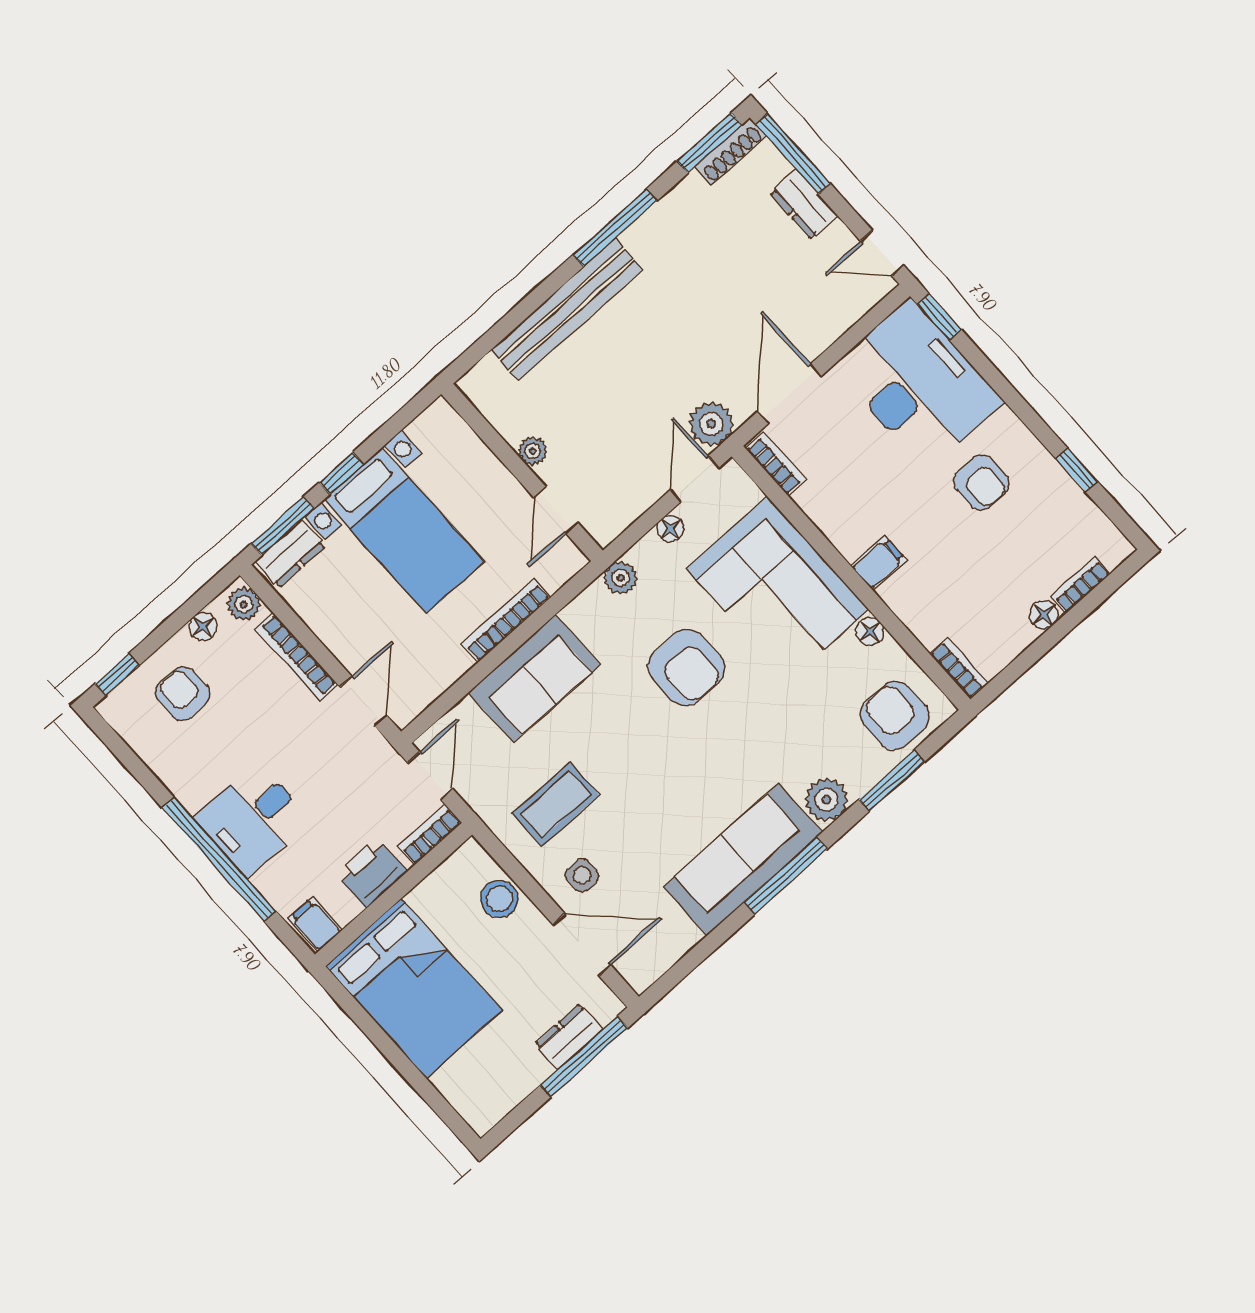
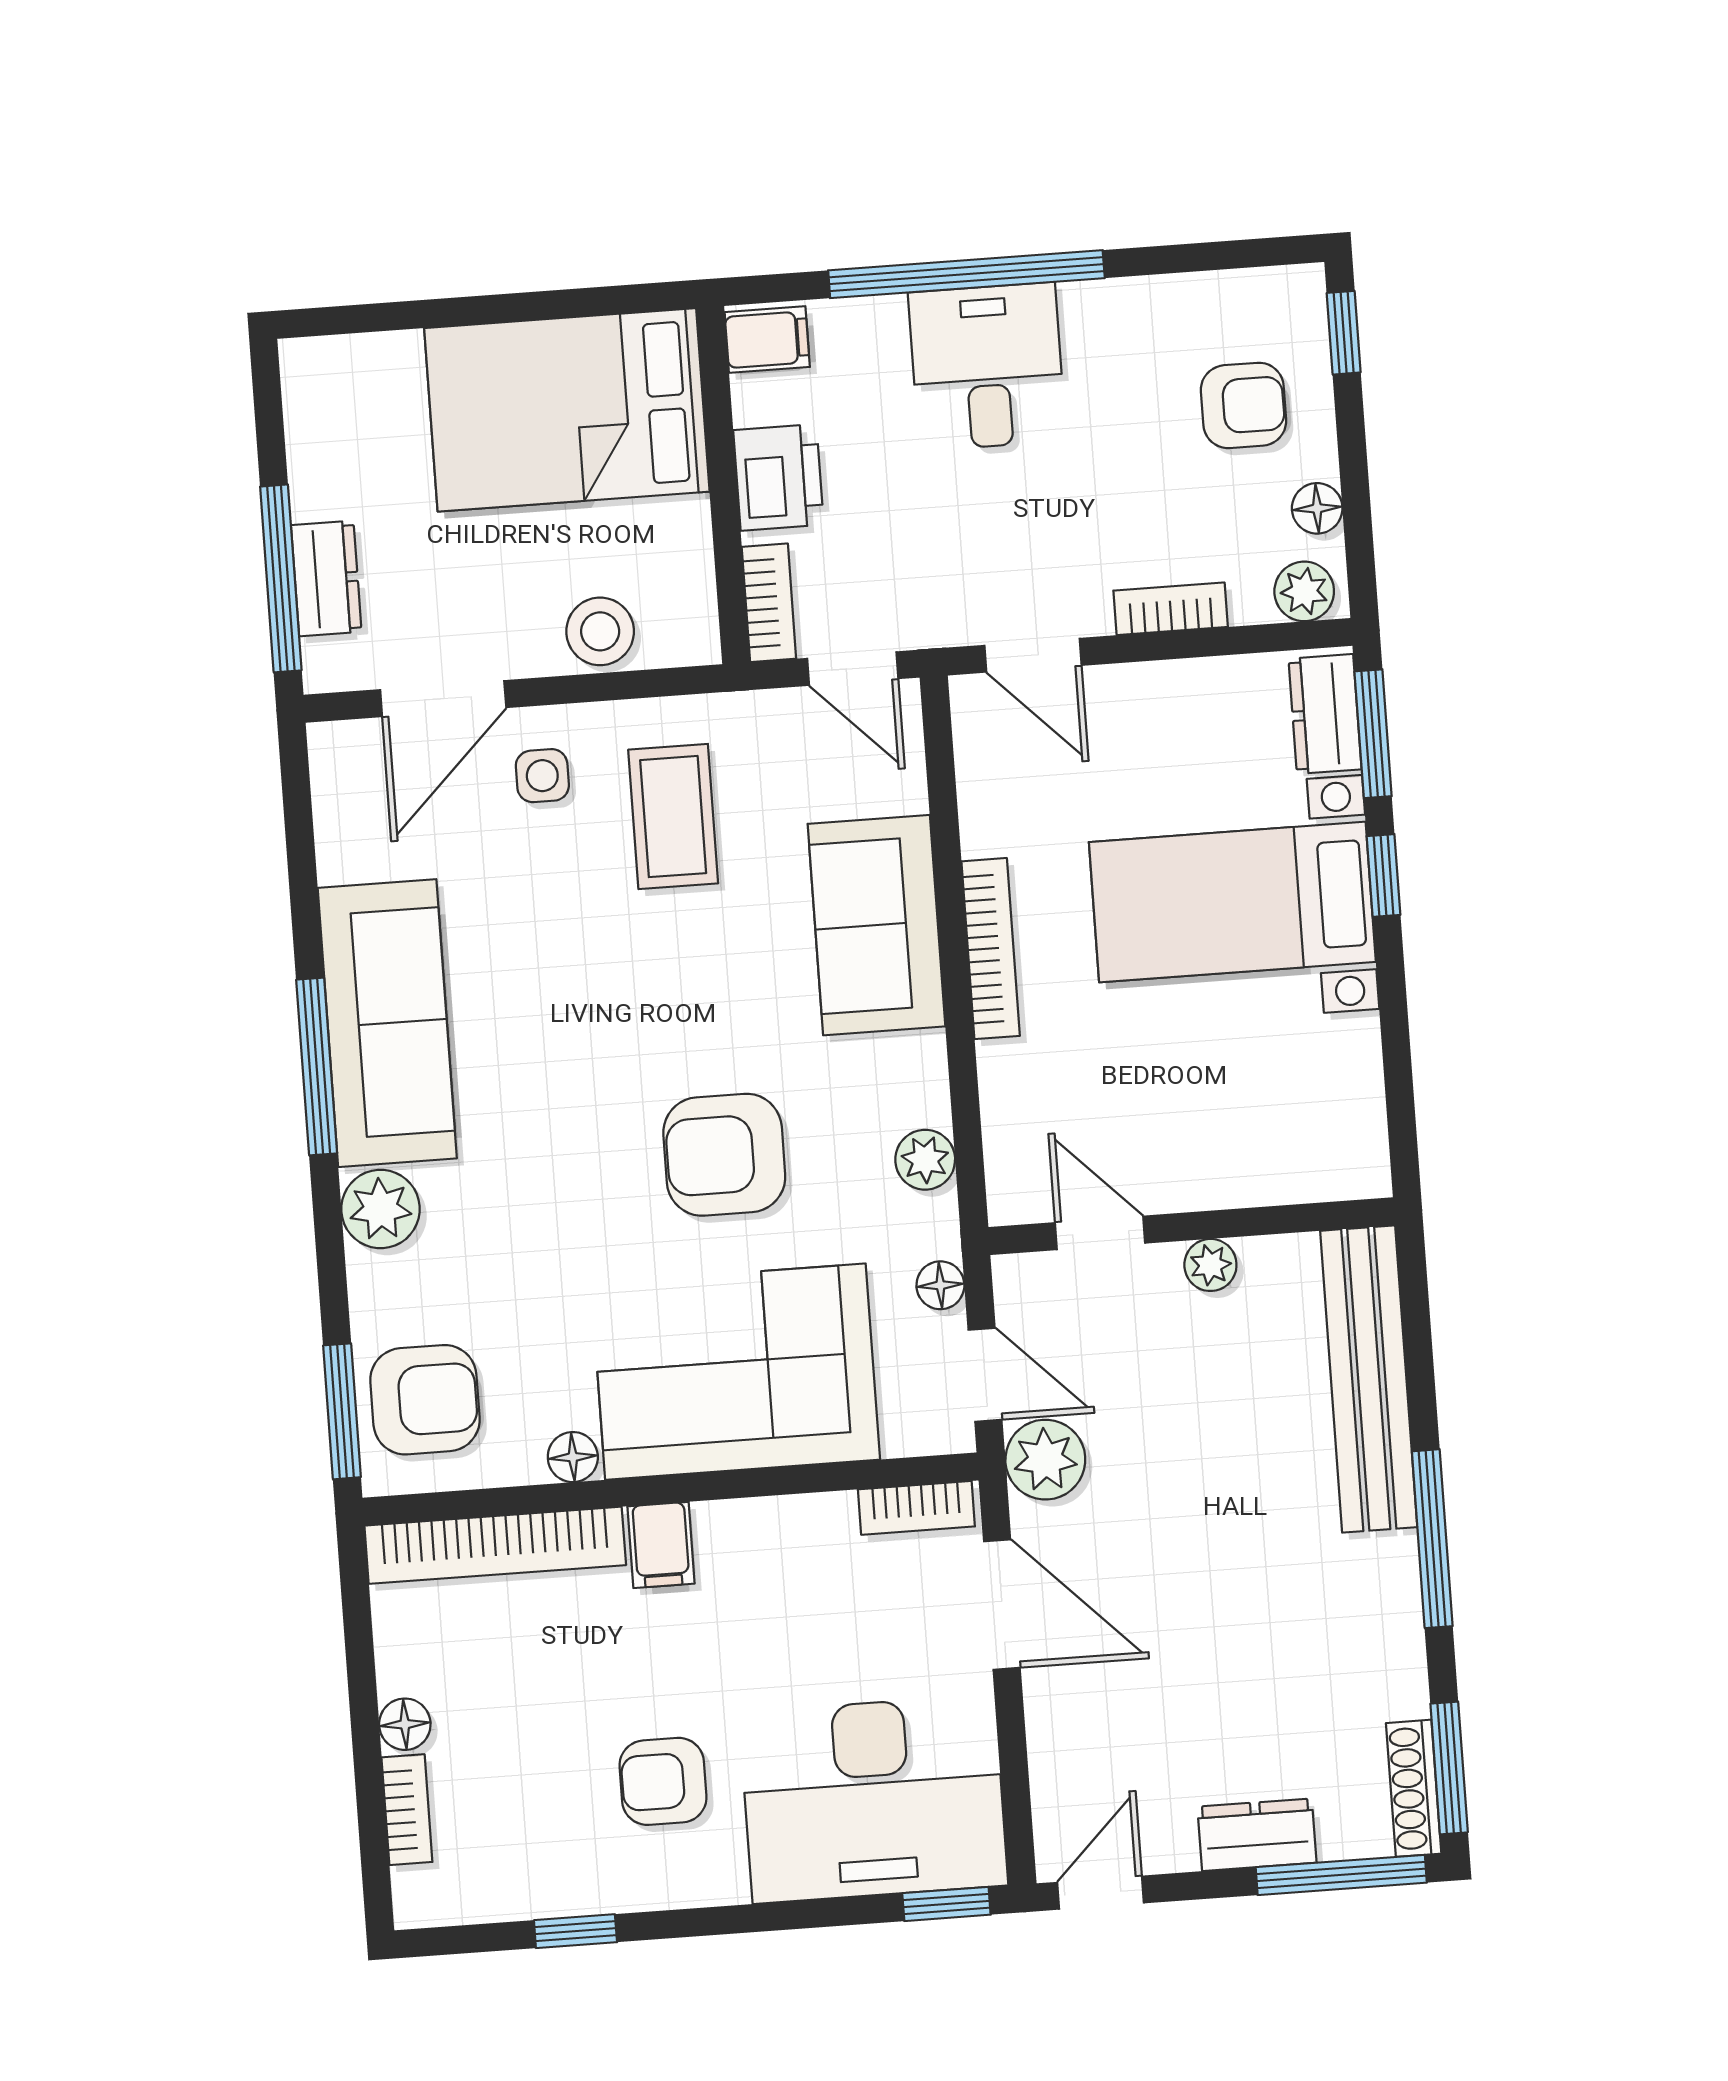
plant: (533, 451) -> (1210, 1265), moved
wall: (522, 472) -> (1192, 1226), moved
door: (556, 510) -> (1100, 1233), moved
bookcase: (296, 657) -> (1171, 609), width x0.64
bookcase: (959, 668) -> (495, 1545), width x2.31, depth x1.31
window: (892, 781) -> (342, 1411), moved

